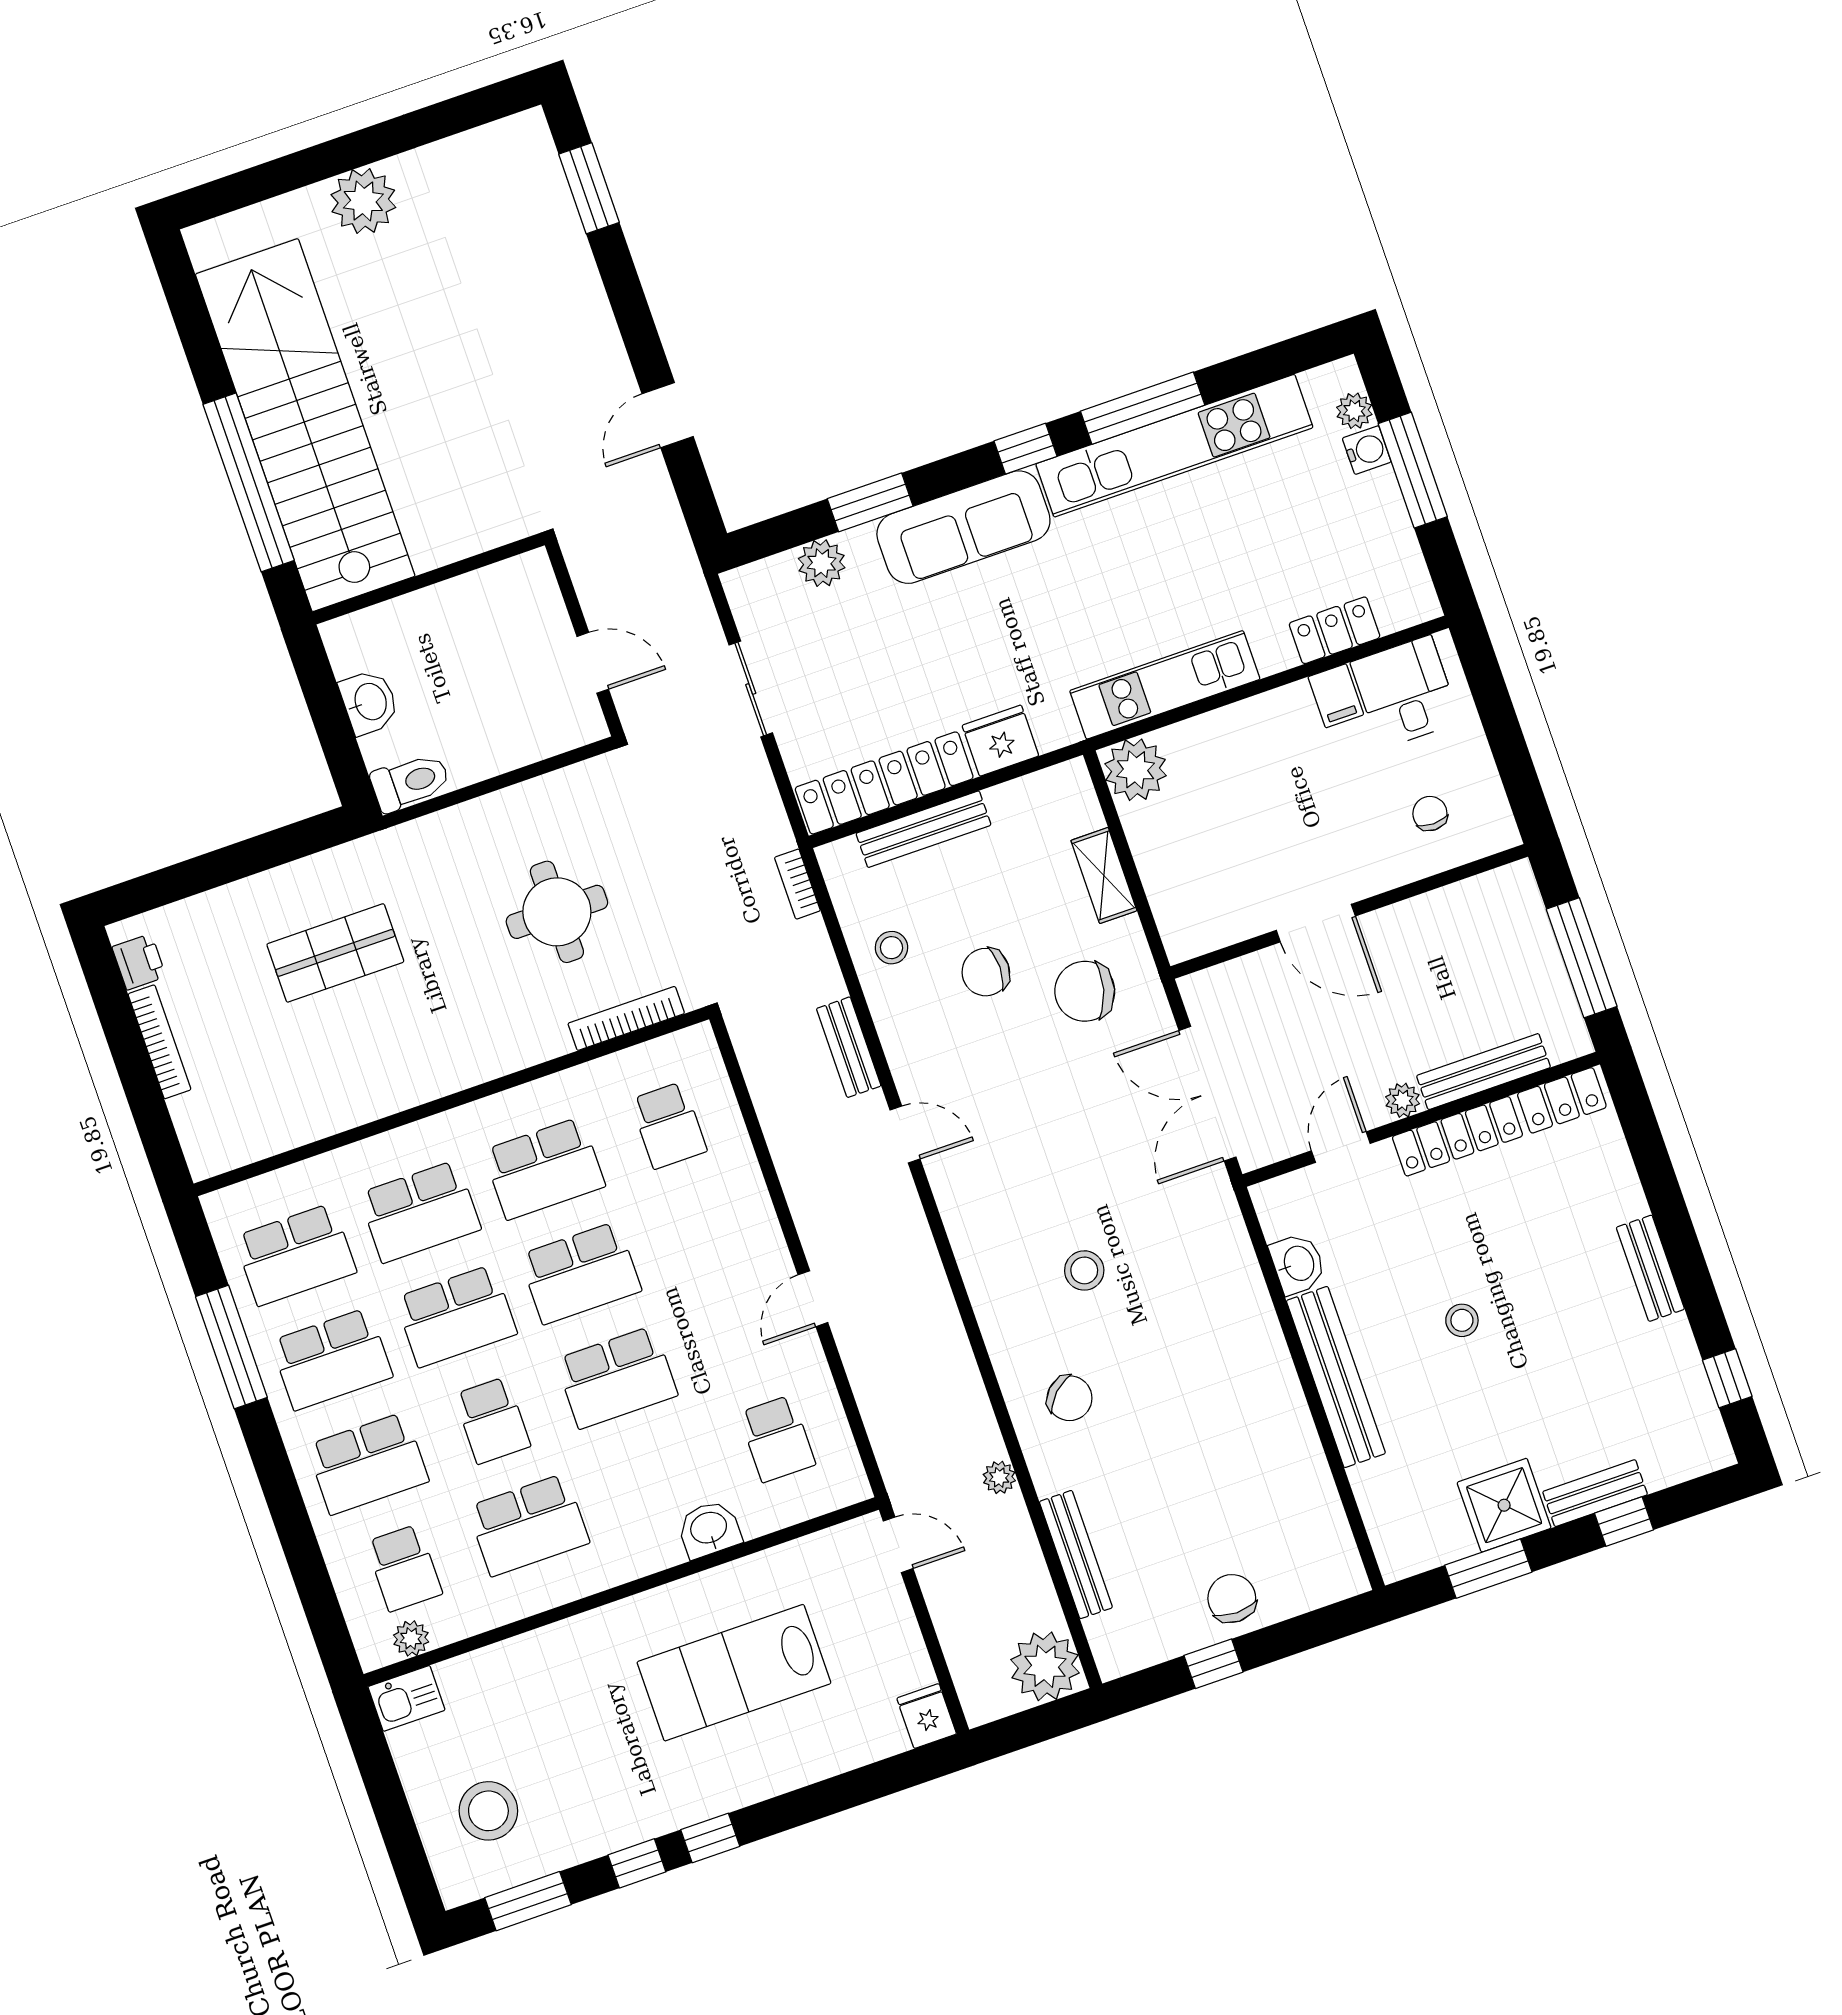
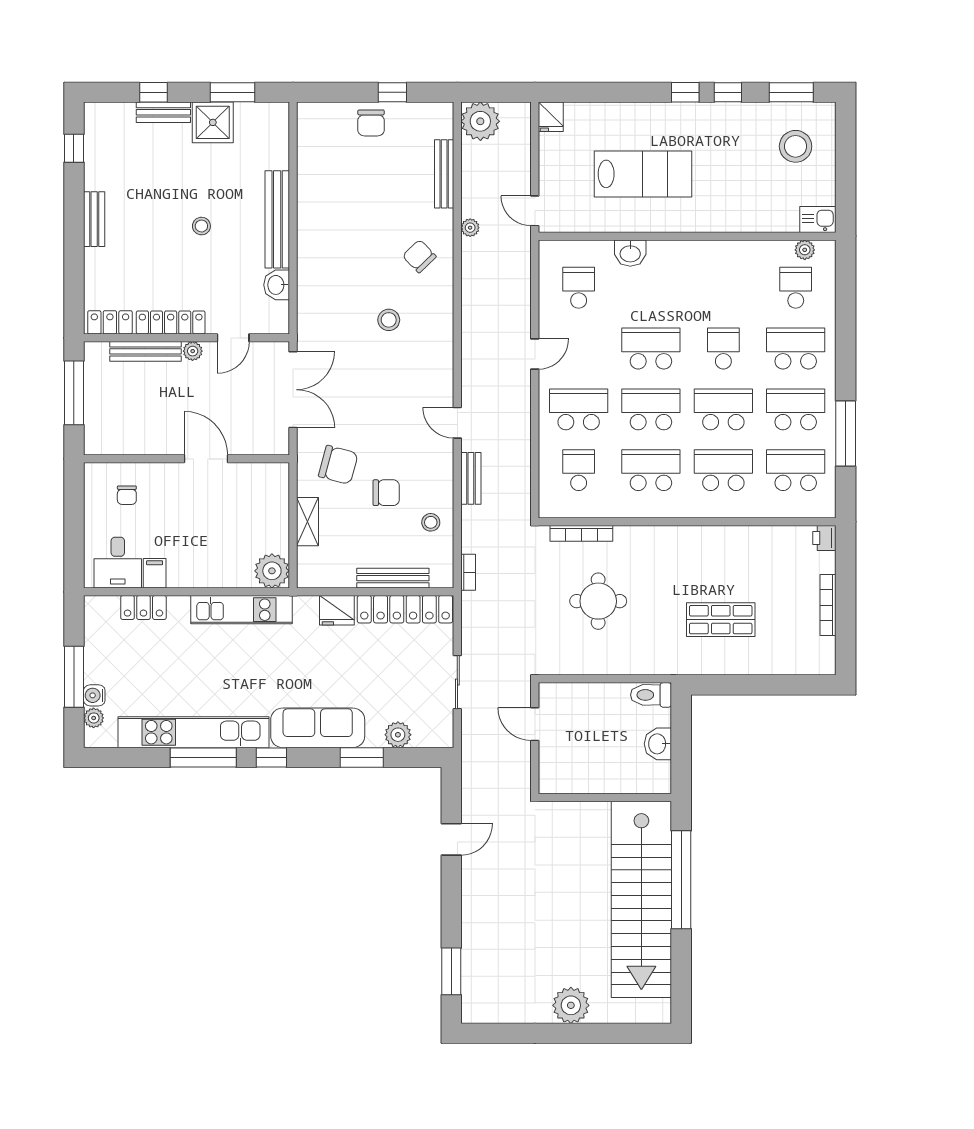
printer: (139, 962) -> (824, 538), moved
school desk: (528, 1525) -> (579, 409), moved

